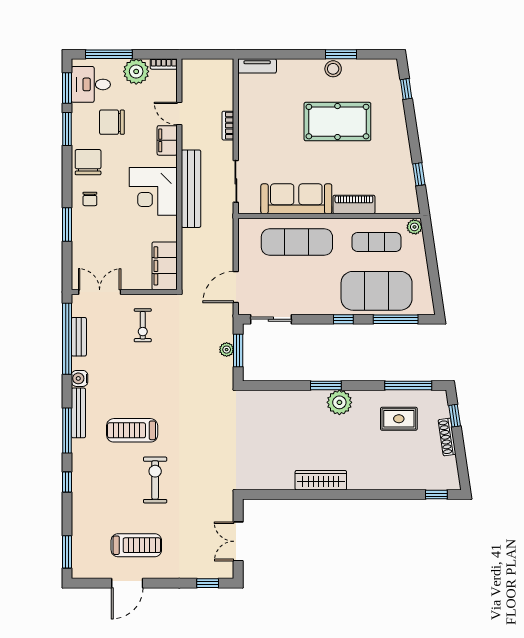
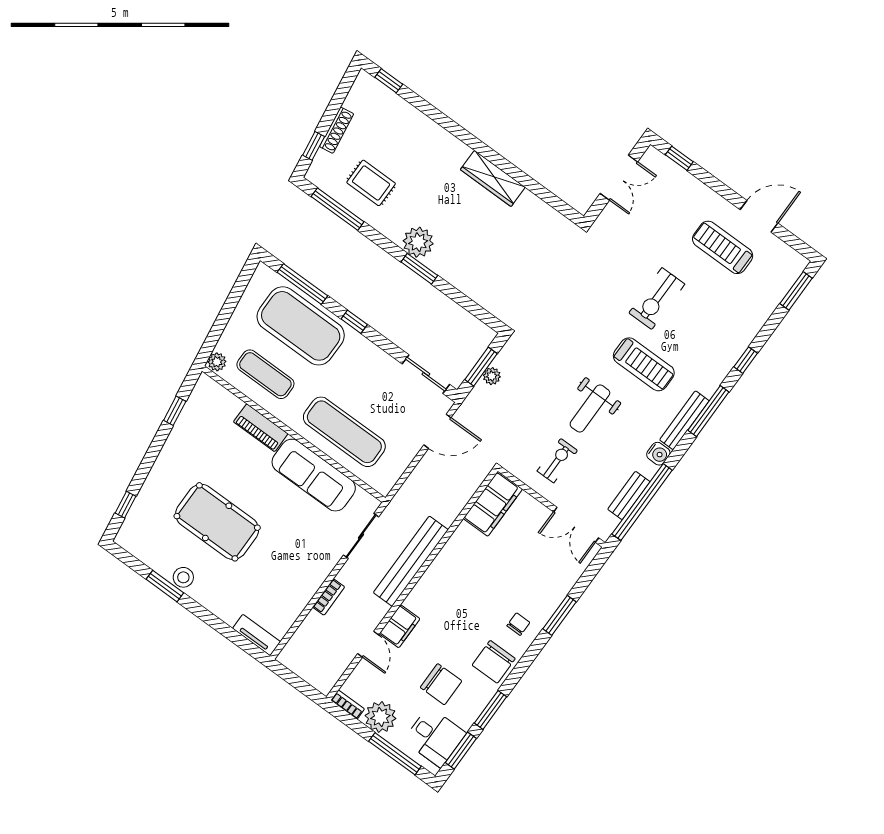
corner desk: (153, 191) -> (450, 586), removed
weight bench: (146, 375) -> (590, 409), added

